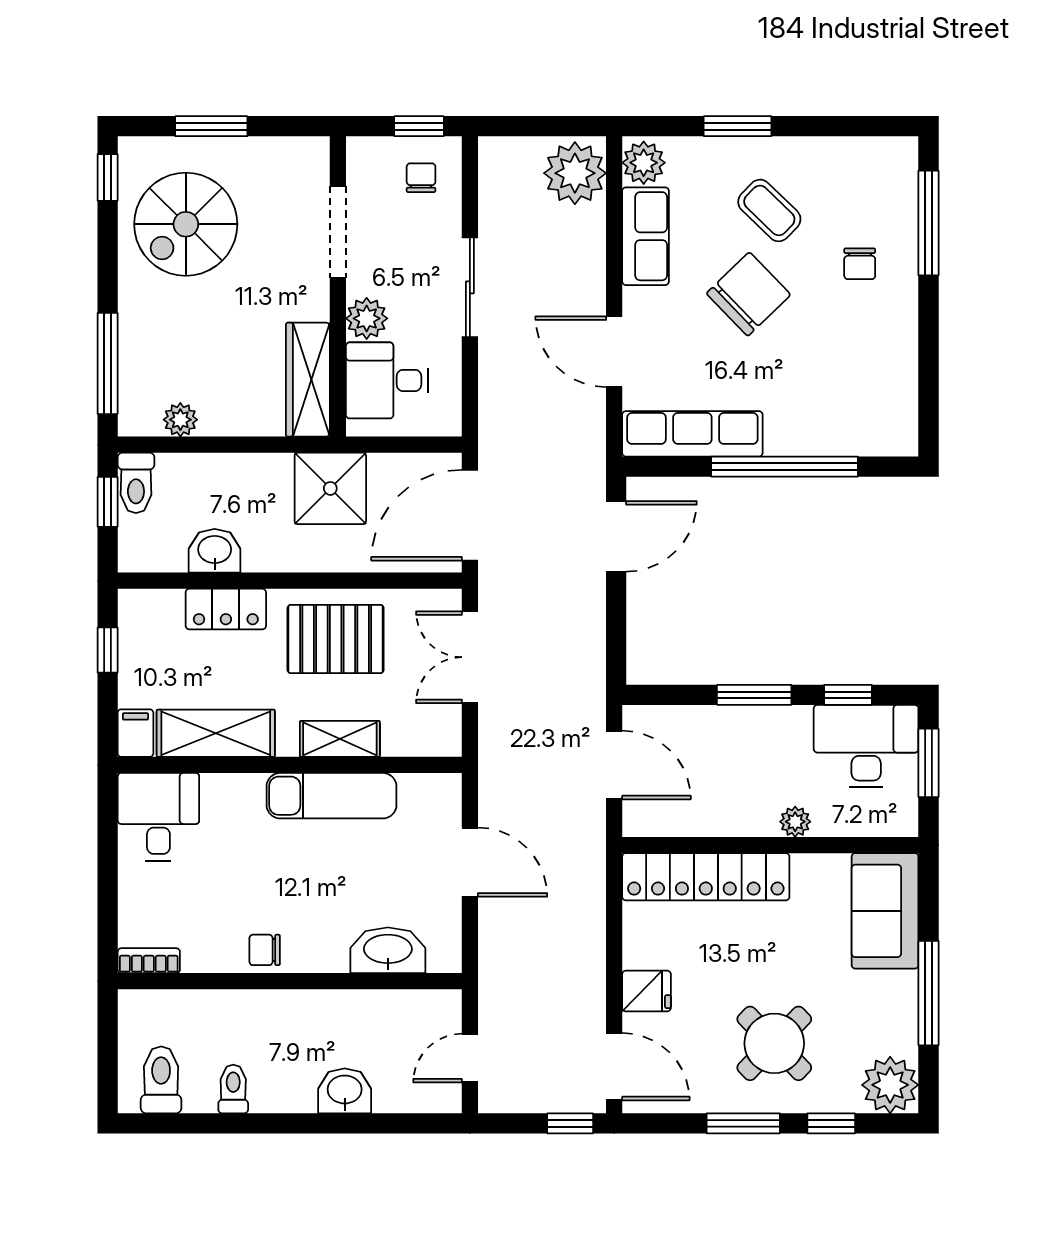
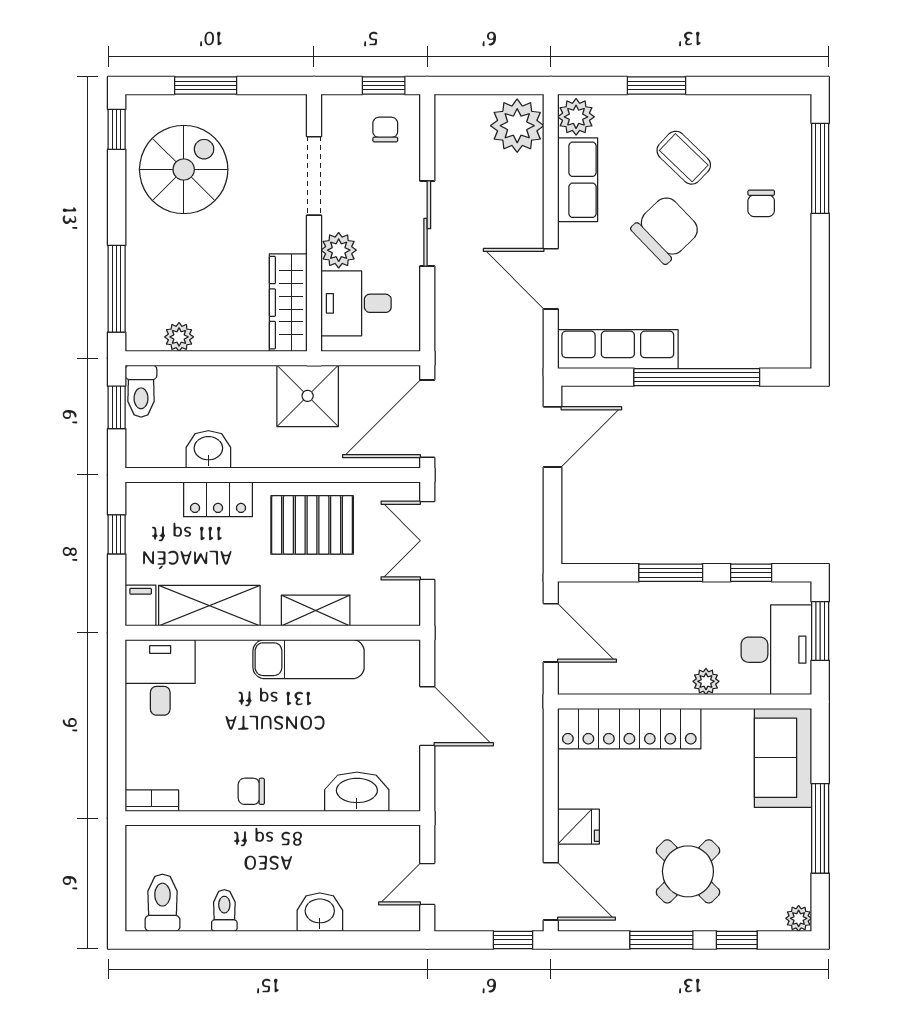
spiral stairs: (186, 224) -> (184, 169), turned 180
desk: (866, 746) -> (776, 650), moved, turned 90
plant: (890, 1085) -> (799, 918), width x0.53, depth x0.53

